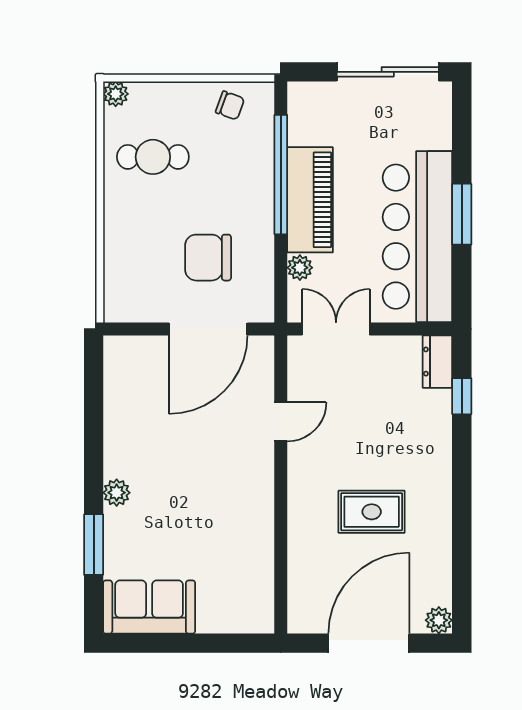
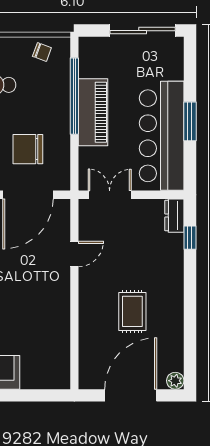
plant: (300, 268) -> (87, 156), removed
rug: (372, 512) -> (132, 311), turned 90

